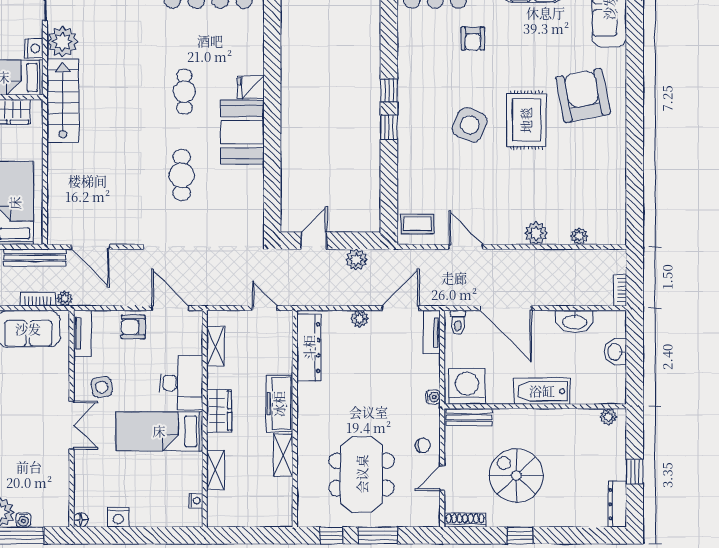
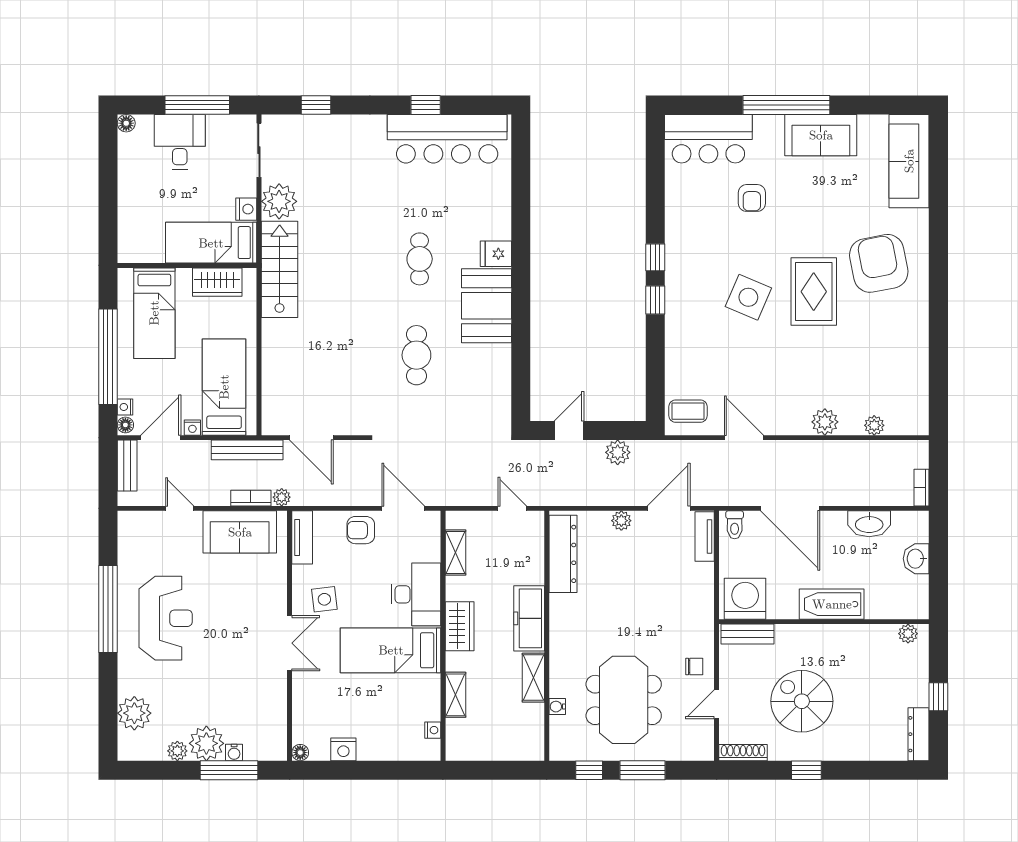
water cooler: (433, 397) -> (557, 707), moved, turned 180

